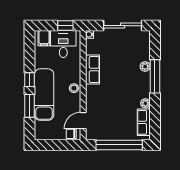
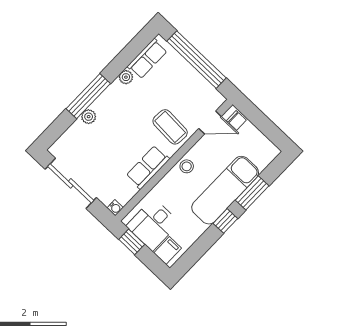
coffee table: (101, 100) -> (170, 127), added

